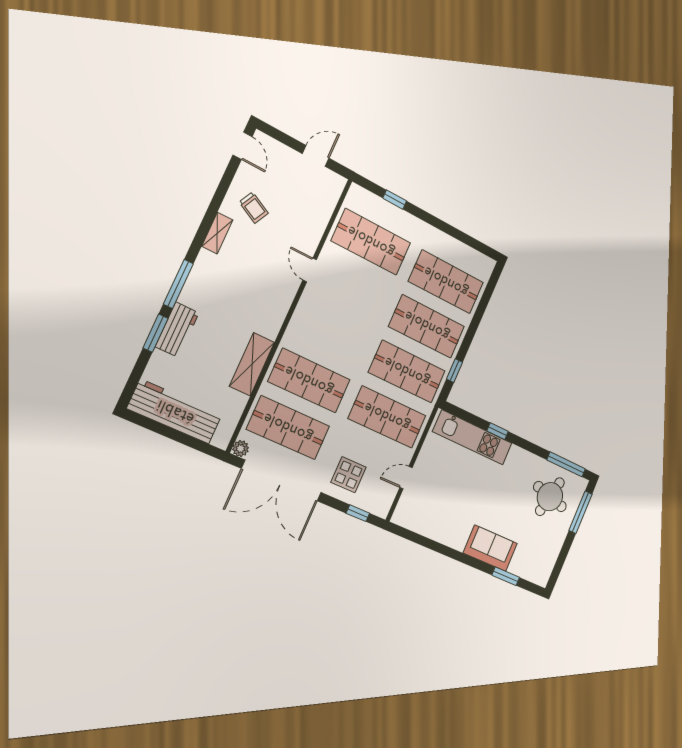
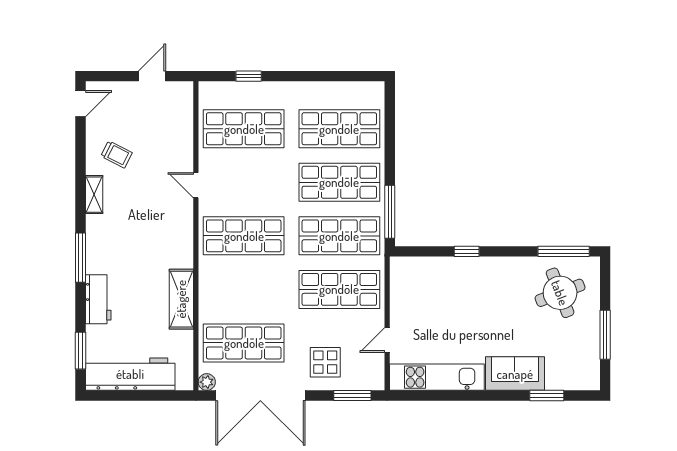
door: (243, 146) -> (81, 104), hinge flipped
window: (155, 333) -> (81, 351), moved
window: (455, 371) -> (390, 212), width x2.17
shop shelf: (309, 381) -> (244, 236), moved
kitchen unit: (473, 437) -> (437, 377), moved, turned 180
round table: (550, 497) -> (560, 293), turned -35
window: (581, 512) -> (605, 335), moved
window: (358, 513) -> (352, 396), width x1.50

